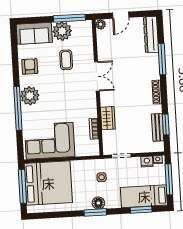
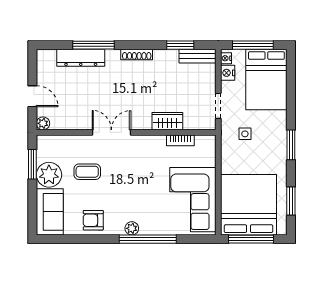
window: (69, 18) -> (32, 164), width x0.69
dresser: (151, 35) -> (81, 58), moved
plant: (30, 96) -> (132, 228), width x0.53, depth x0.53
bench: (158, 127) -> (197, 56), moved
bed: (144, 196) -> (266, 79), width x1.50
floor lamp: (98, 203) -> (279, 140), removed
window: (141, 210) -> (291, 201), moved

